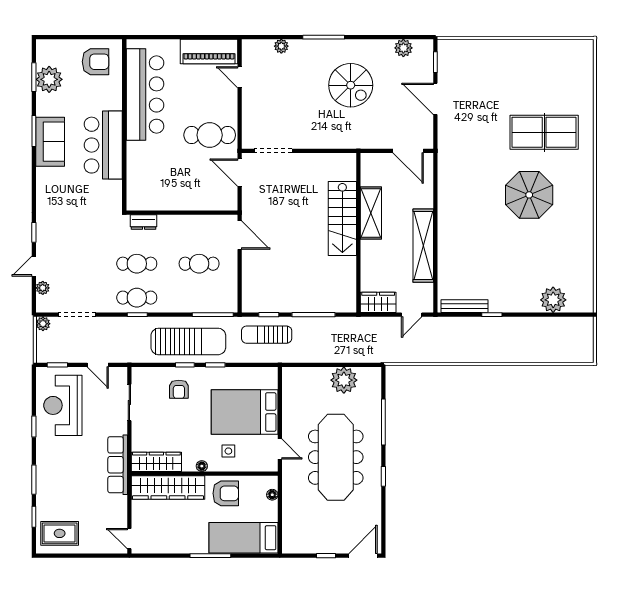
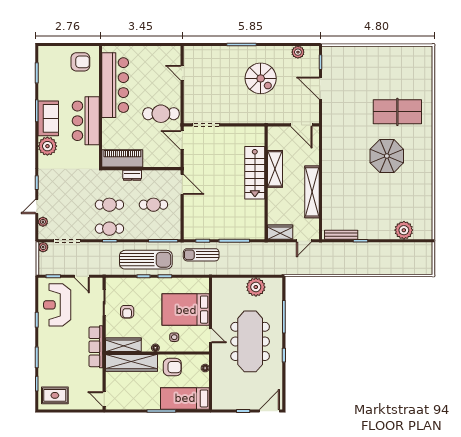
plant: (281, 46) -> (212, 51), removed
piano: (209, 52) -> (122, 158), moved, turned 180
plant: (49, 79) -> (47, 146), moved
dresser: (143, 222) -> (132, 175), moved
armchair: (179, 389) -> (127, 312), moved

